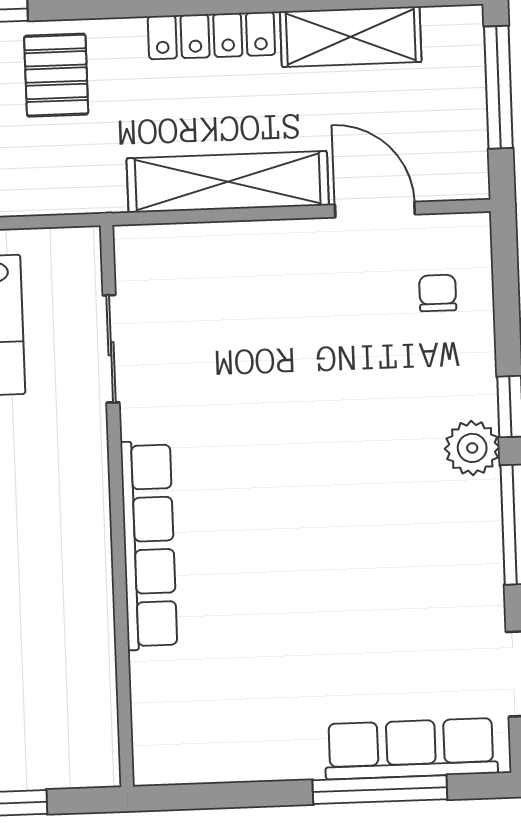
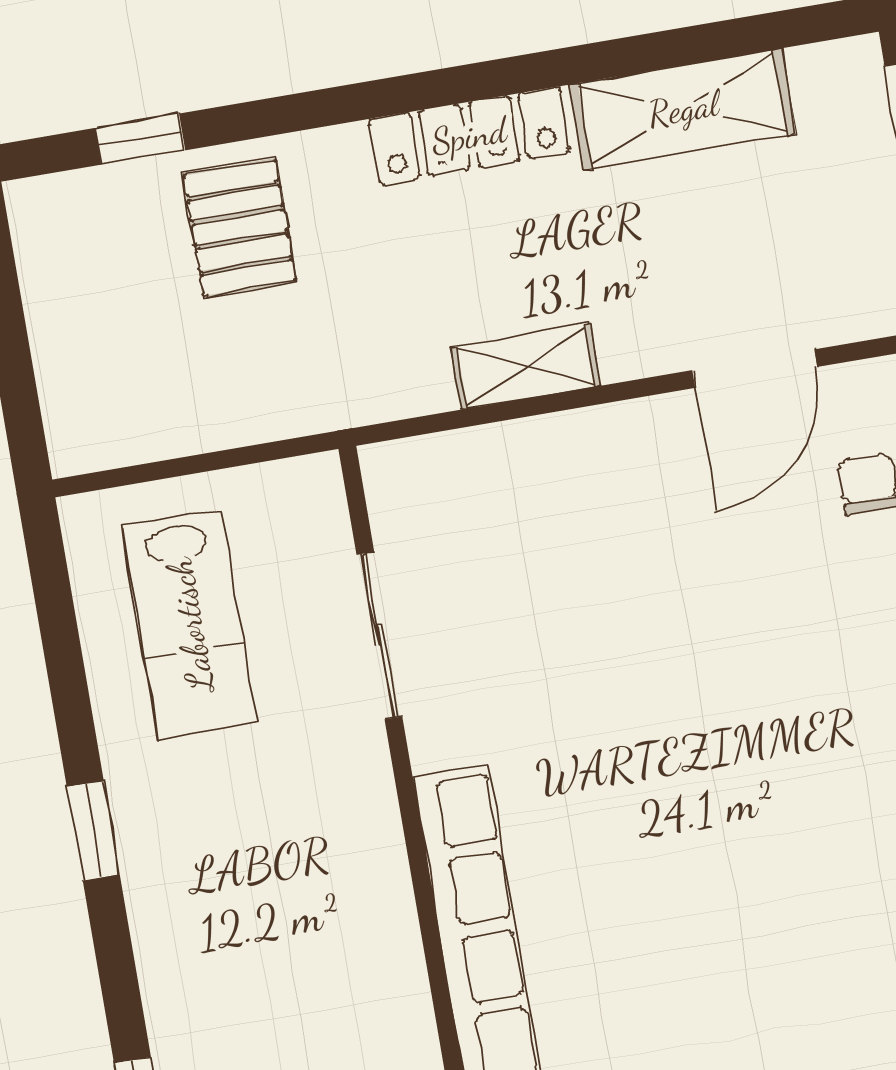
shelving: (228, 182) -> (526, 367), width x0.45, depth x0.75
door: (375, 210) -> (755, 369), swing flipped

